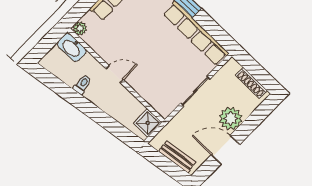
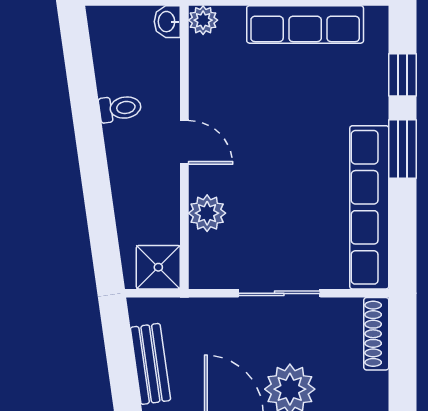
washbasin: (72, 47) -> (167, 22), width x0.52, depth x0.69
shoe rack: (251, 83) -> (376, 334), moved
plant: (145, 89) -> (207, 213), added

